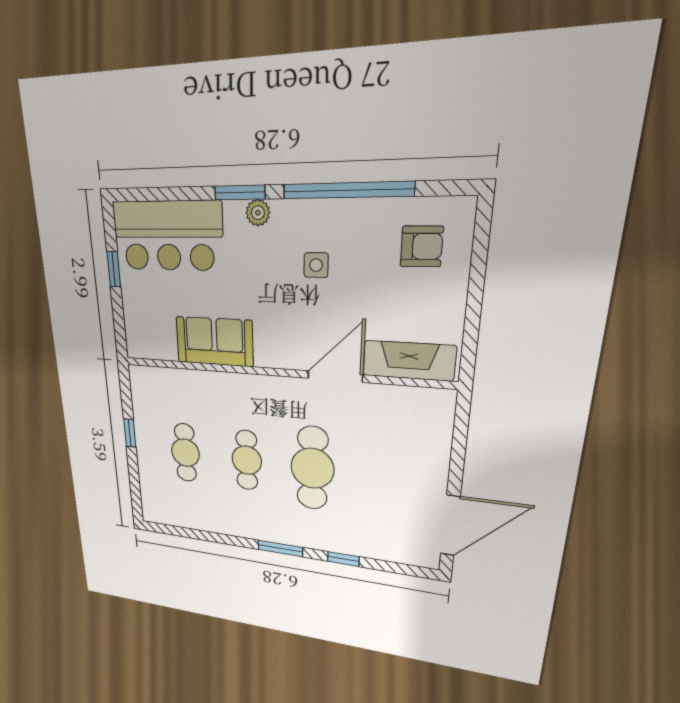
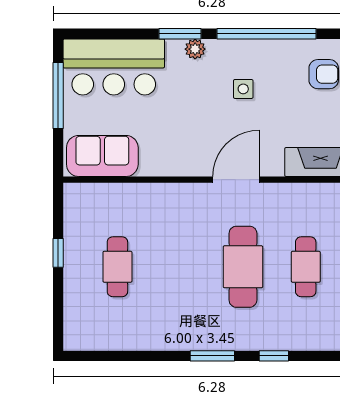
window: (114, 269) -> (58, 95), width x2.17
sofa: (214, 342) -> (102, 156), moved
door: (335, 376) -> (236, 180), moved
cafe table: (247, 460) -> (306, 267), moved

